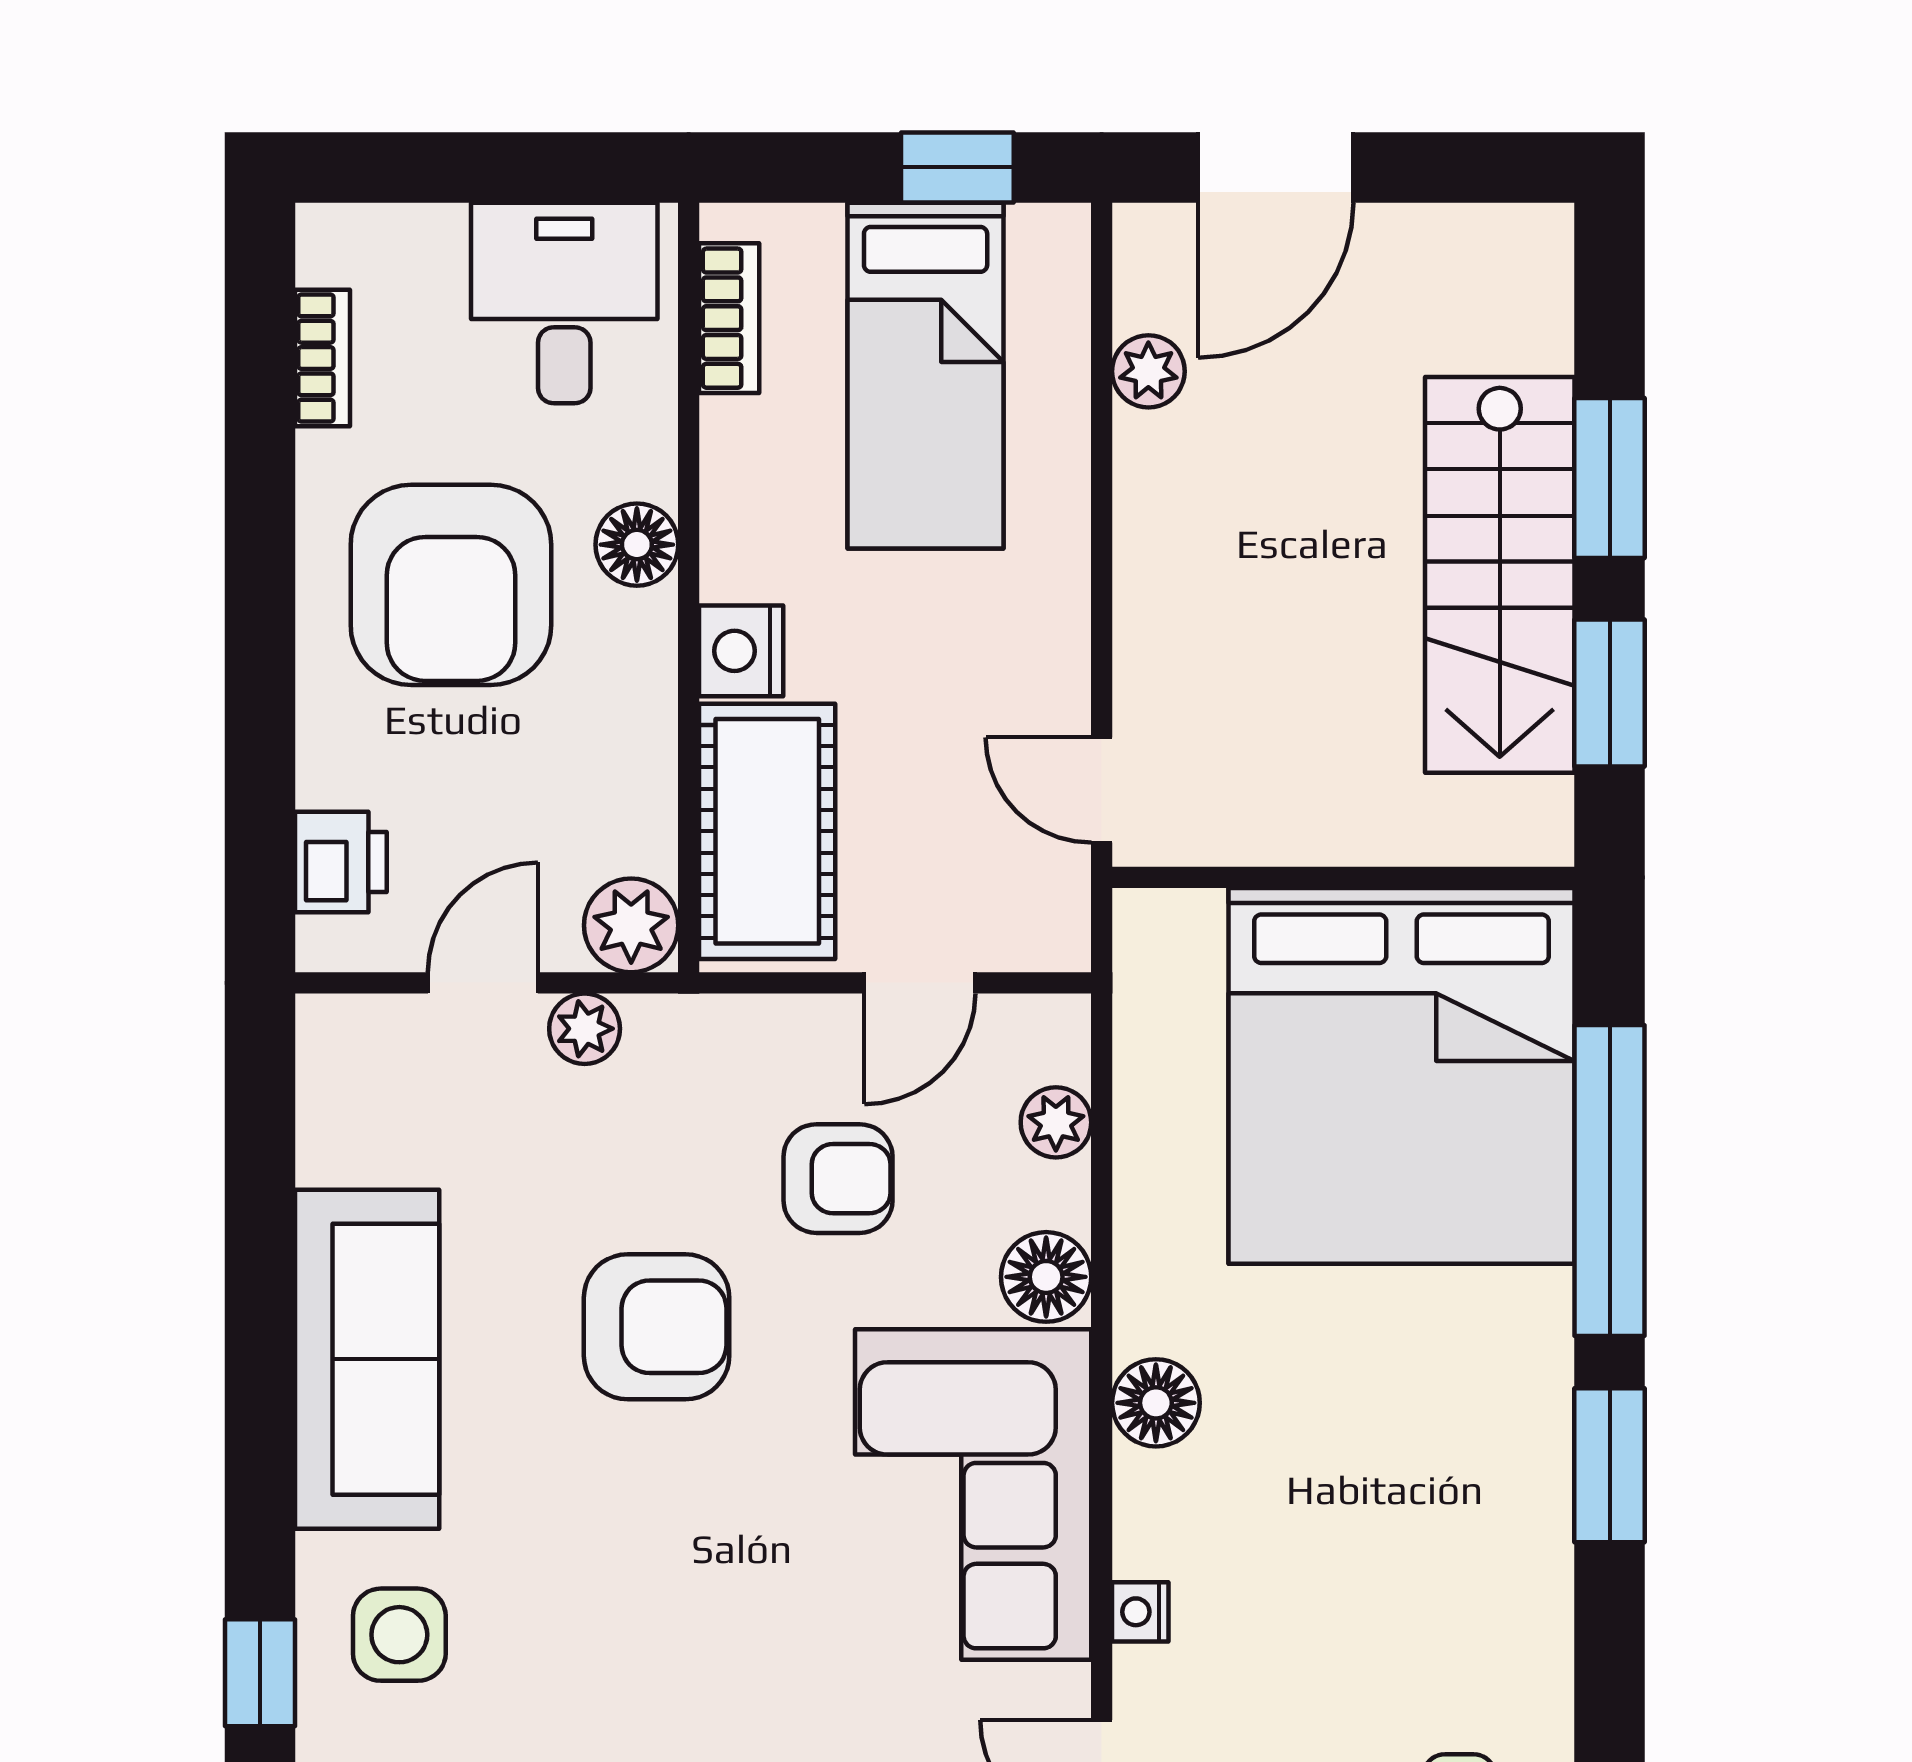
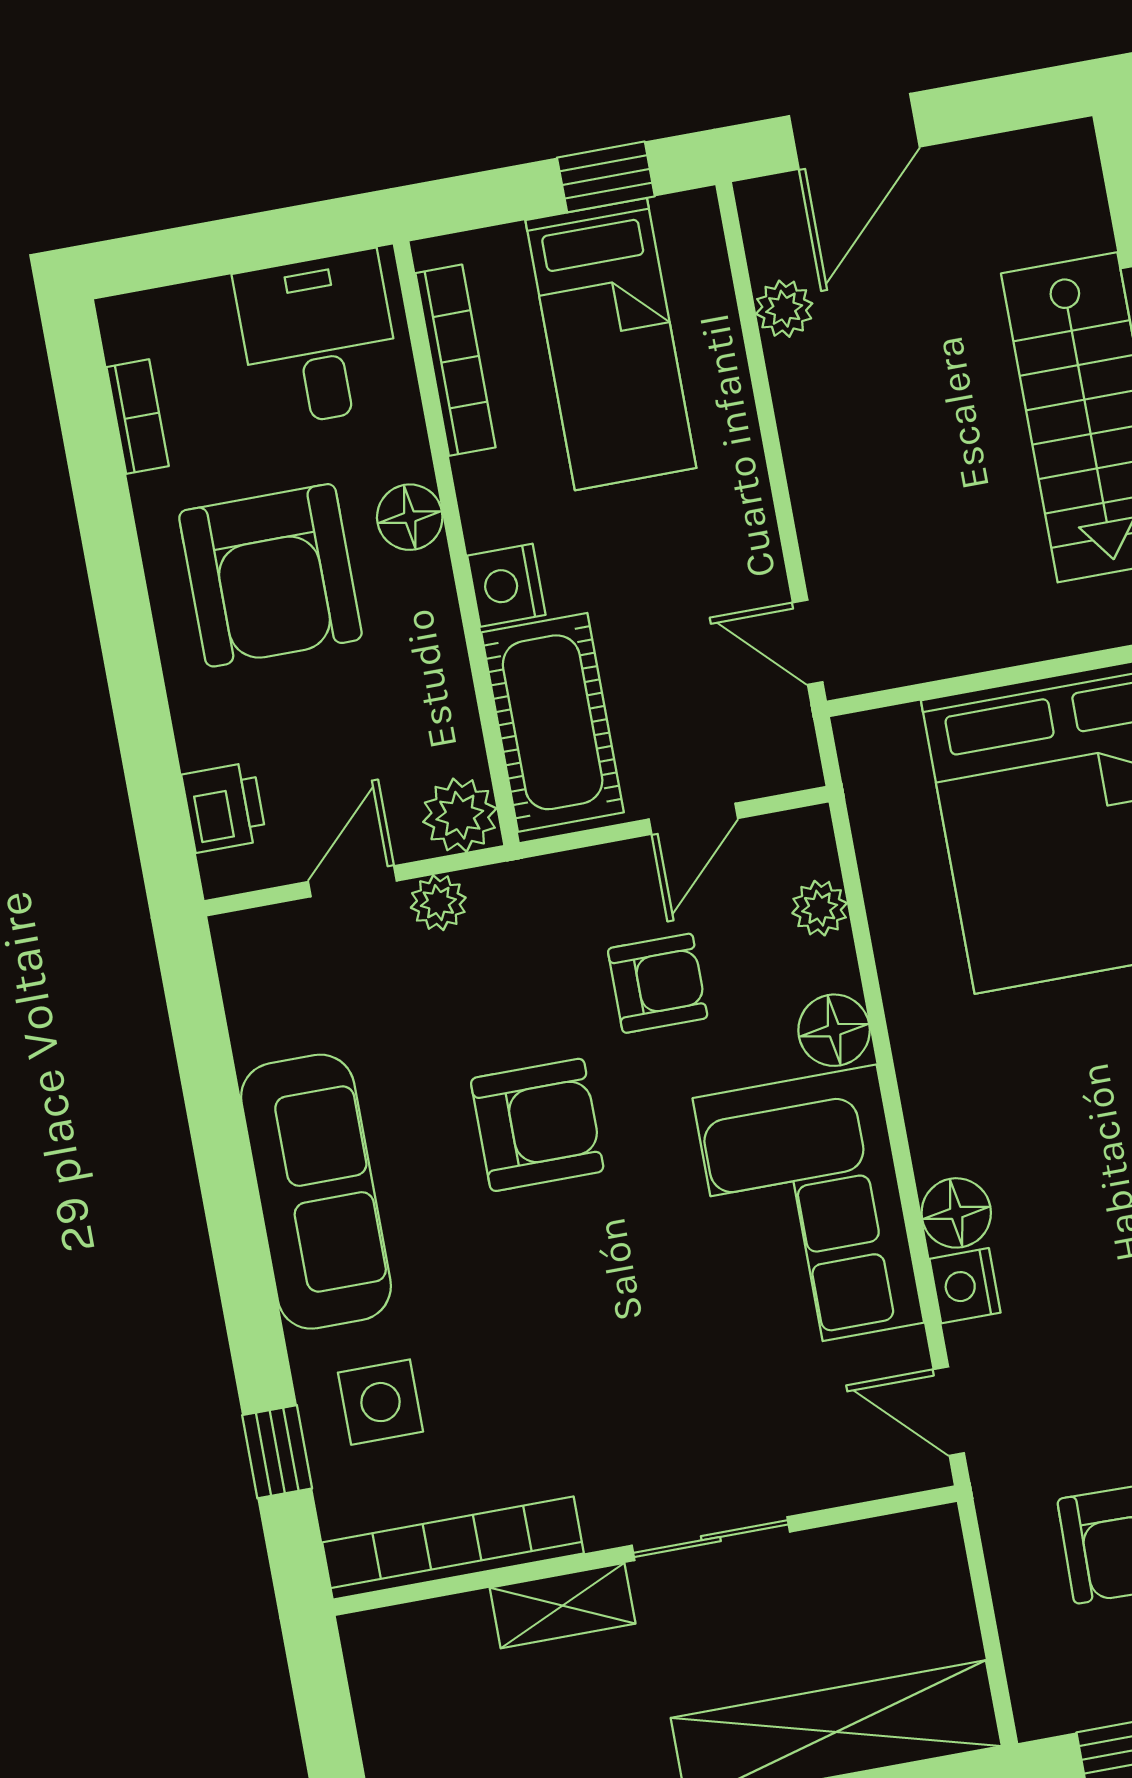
bookcase: (729, 318) -> (455, 360), width x1.56
floor lamp: (1156, 1403) -> (956, 1213), moved
nightstand: (1140, 1612) -> (965, 1286), width x1.39, depth x1.35

